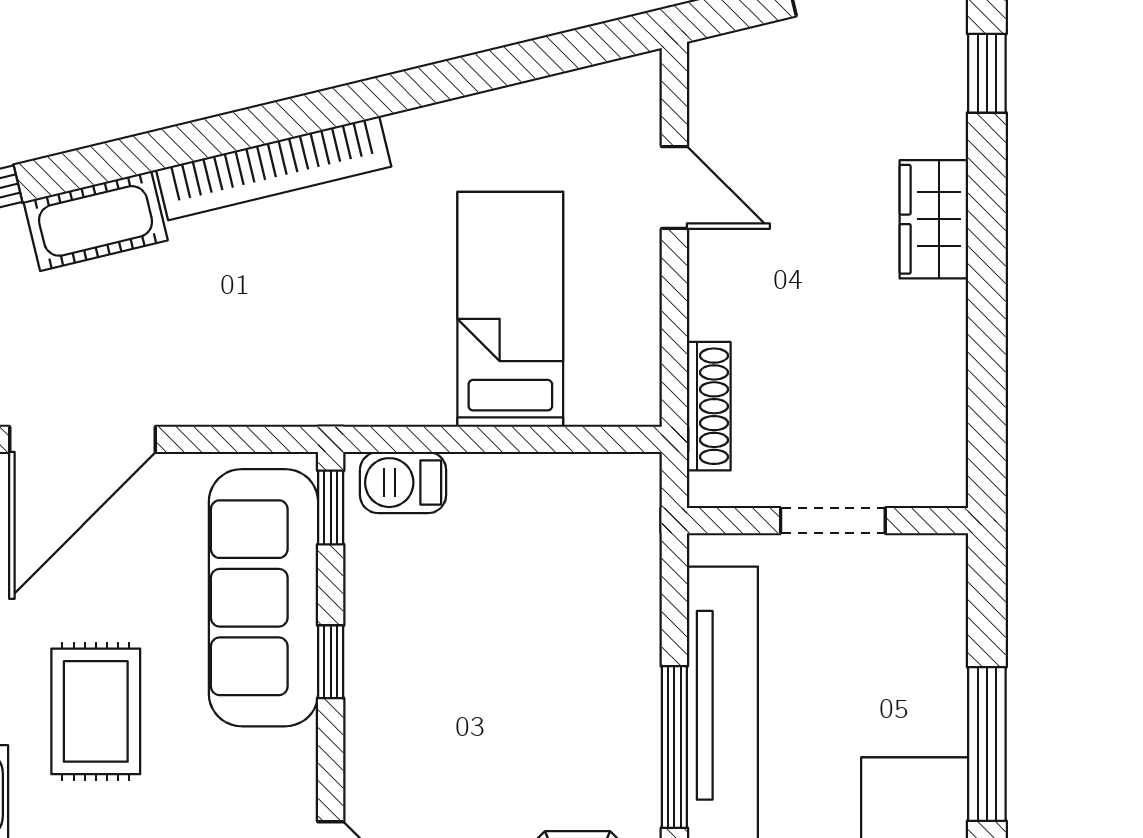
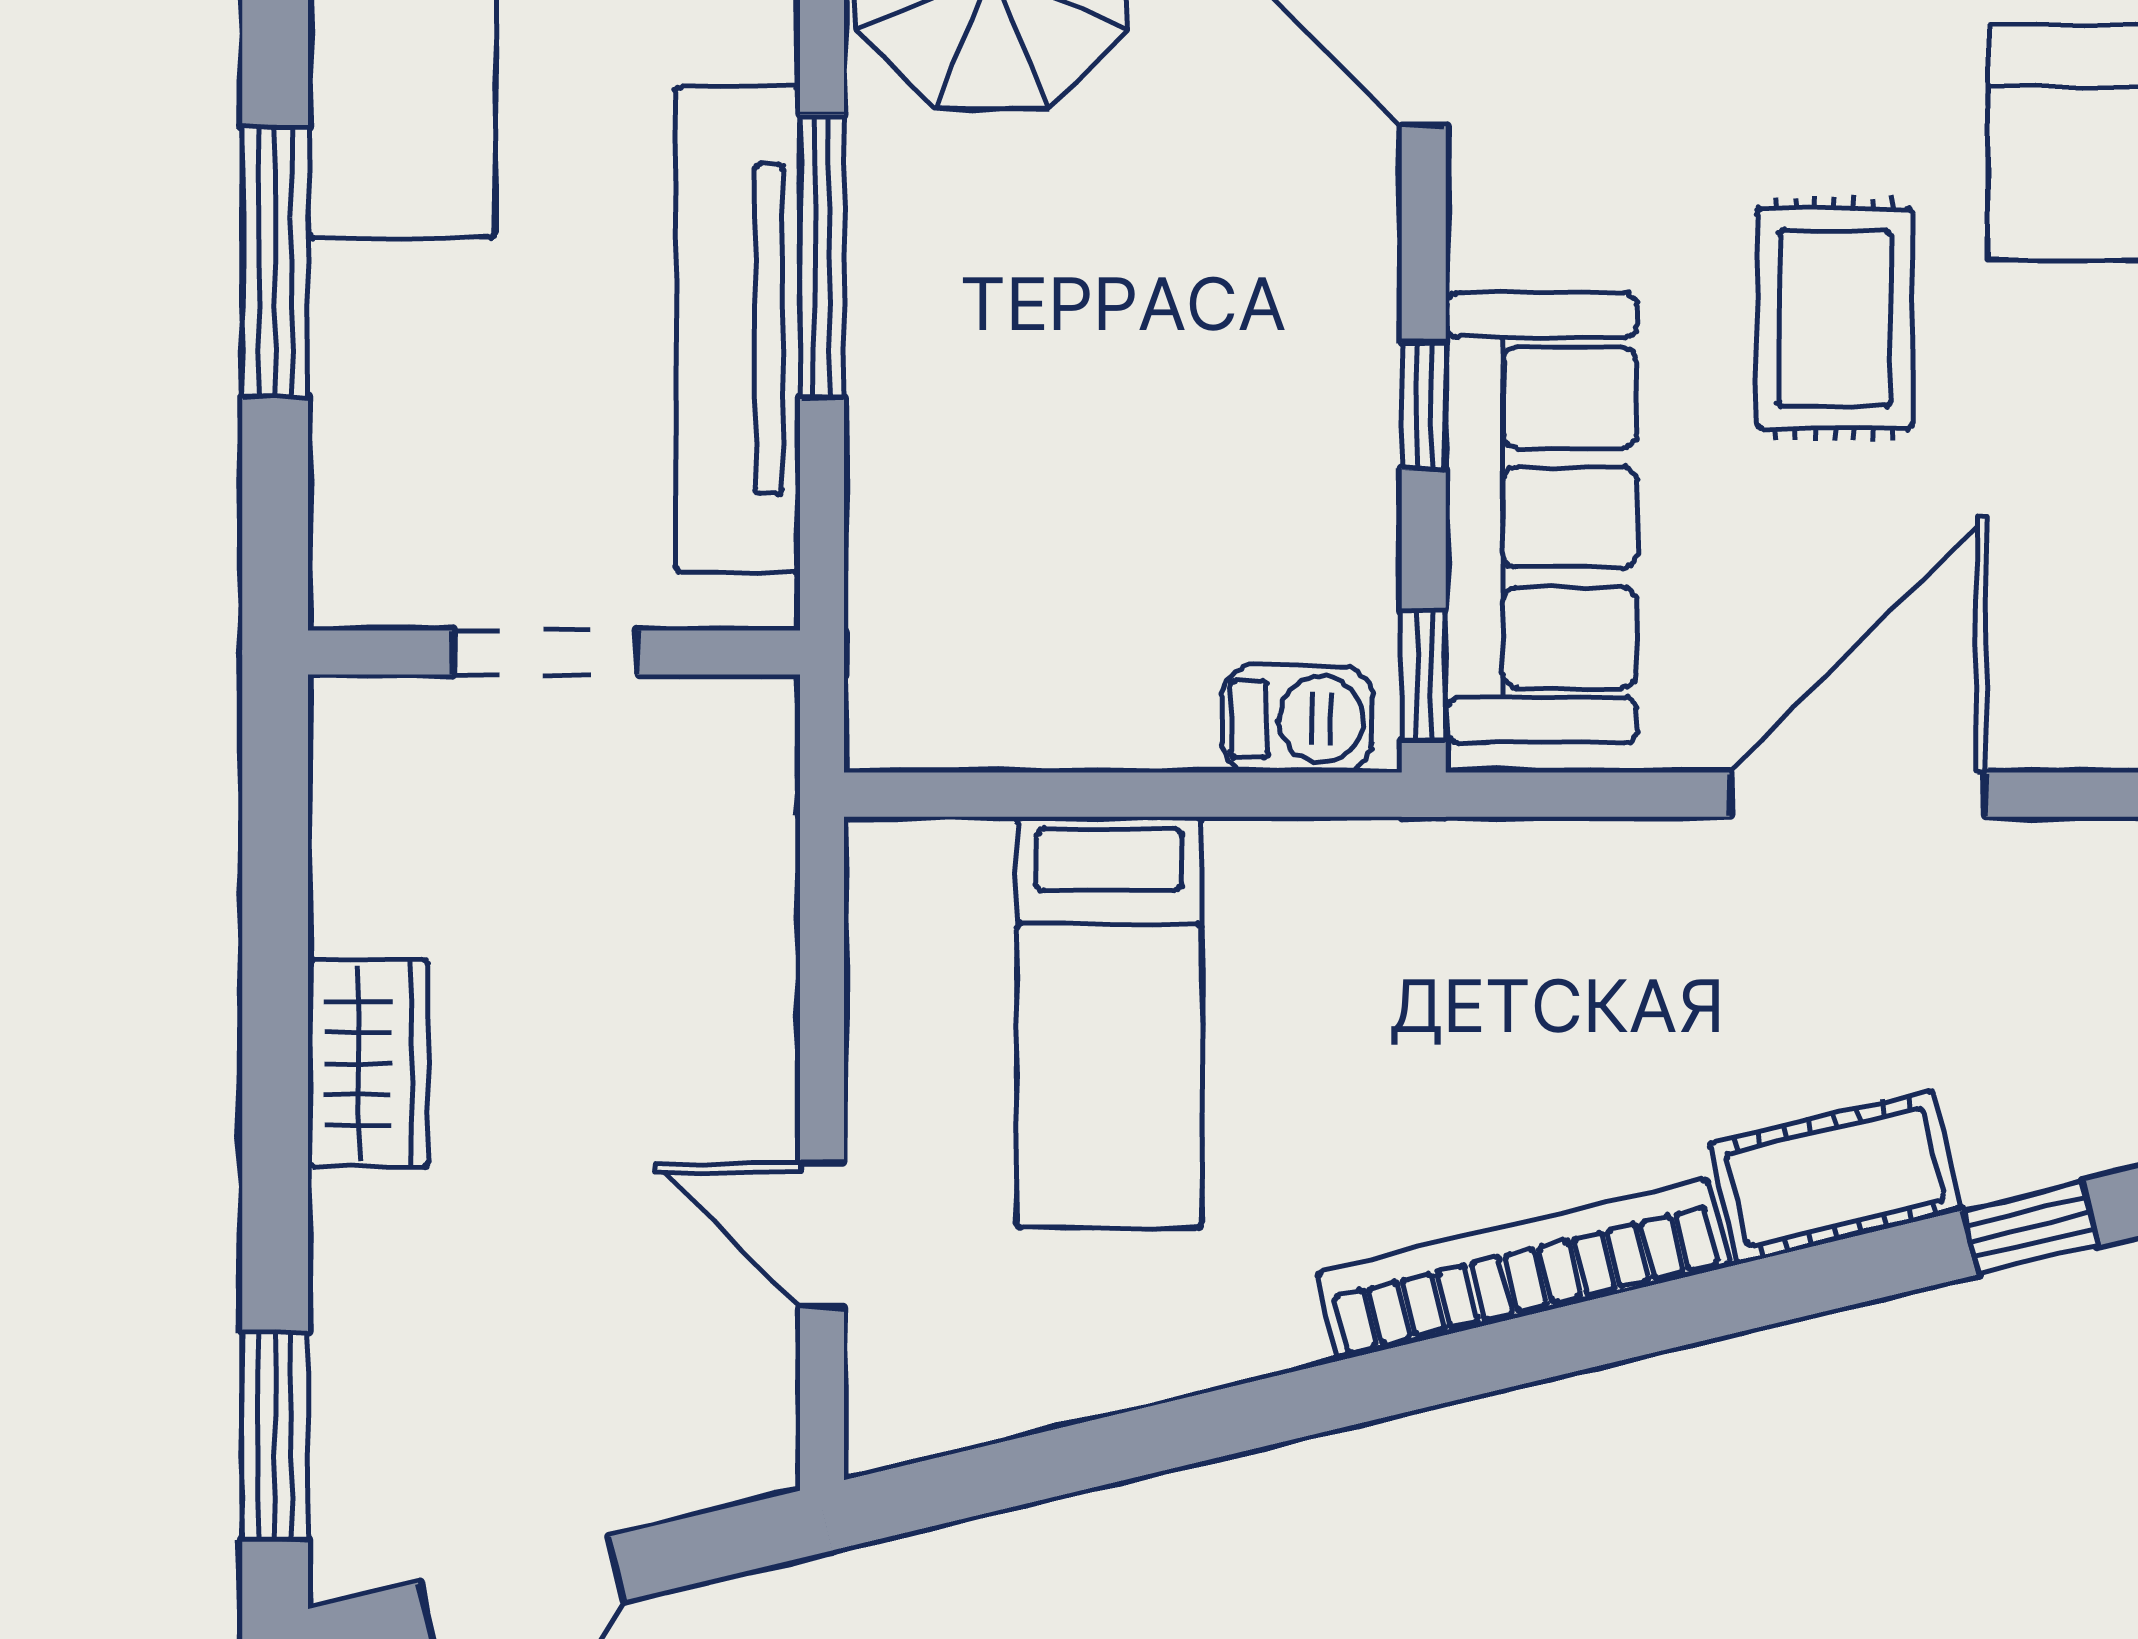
window: (987, 73) -> (275, 1435), width x1.50
wardrobe: (934, 219) -> (368, 1063), moved
shoe rack: (709, 406) -> (762, 853), removed

